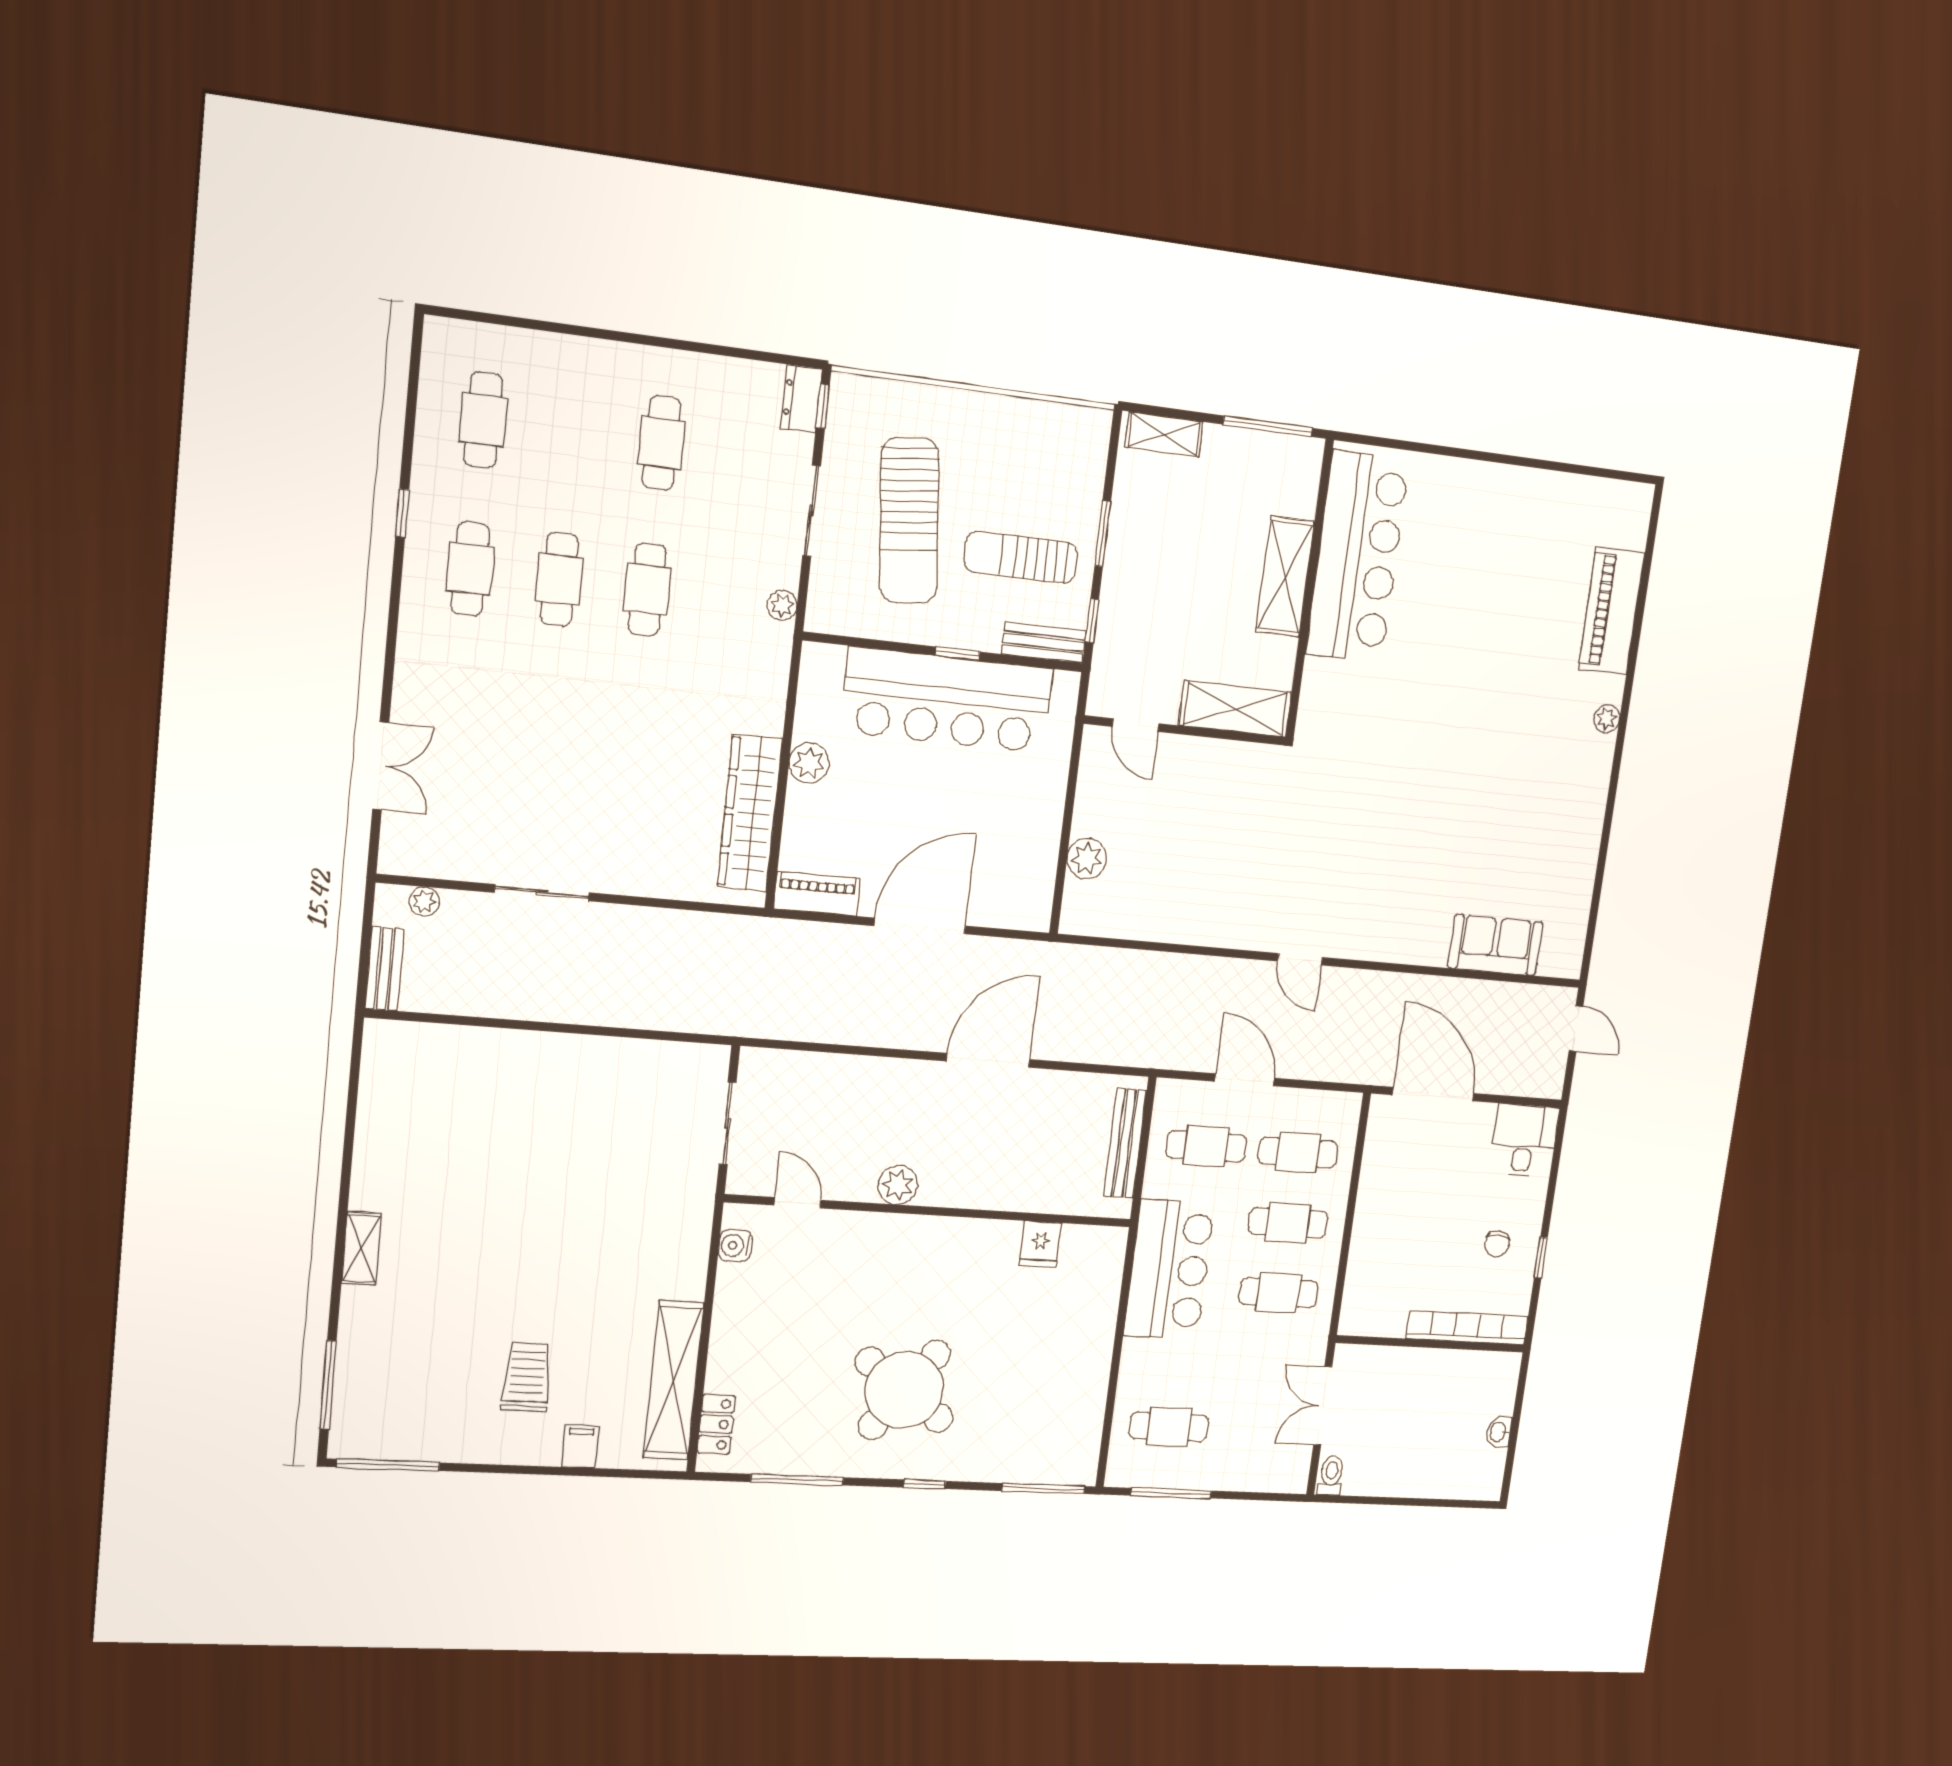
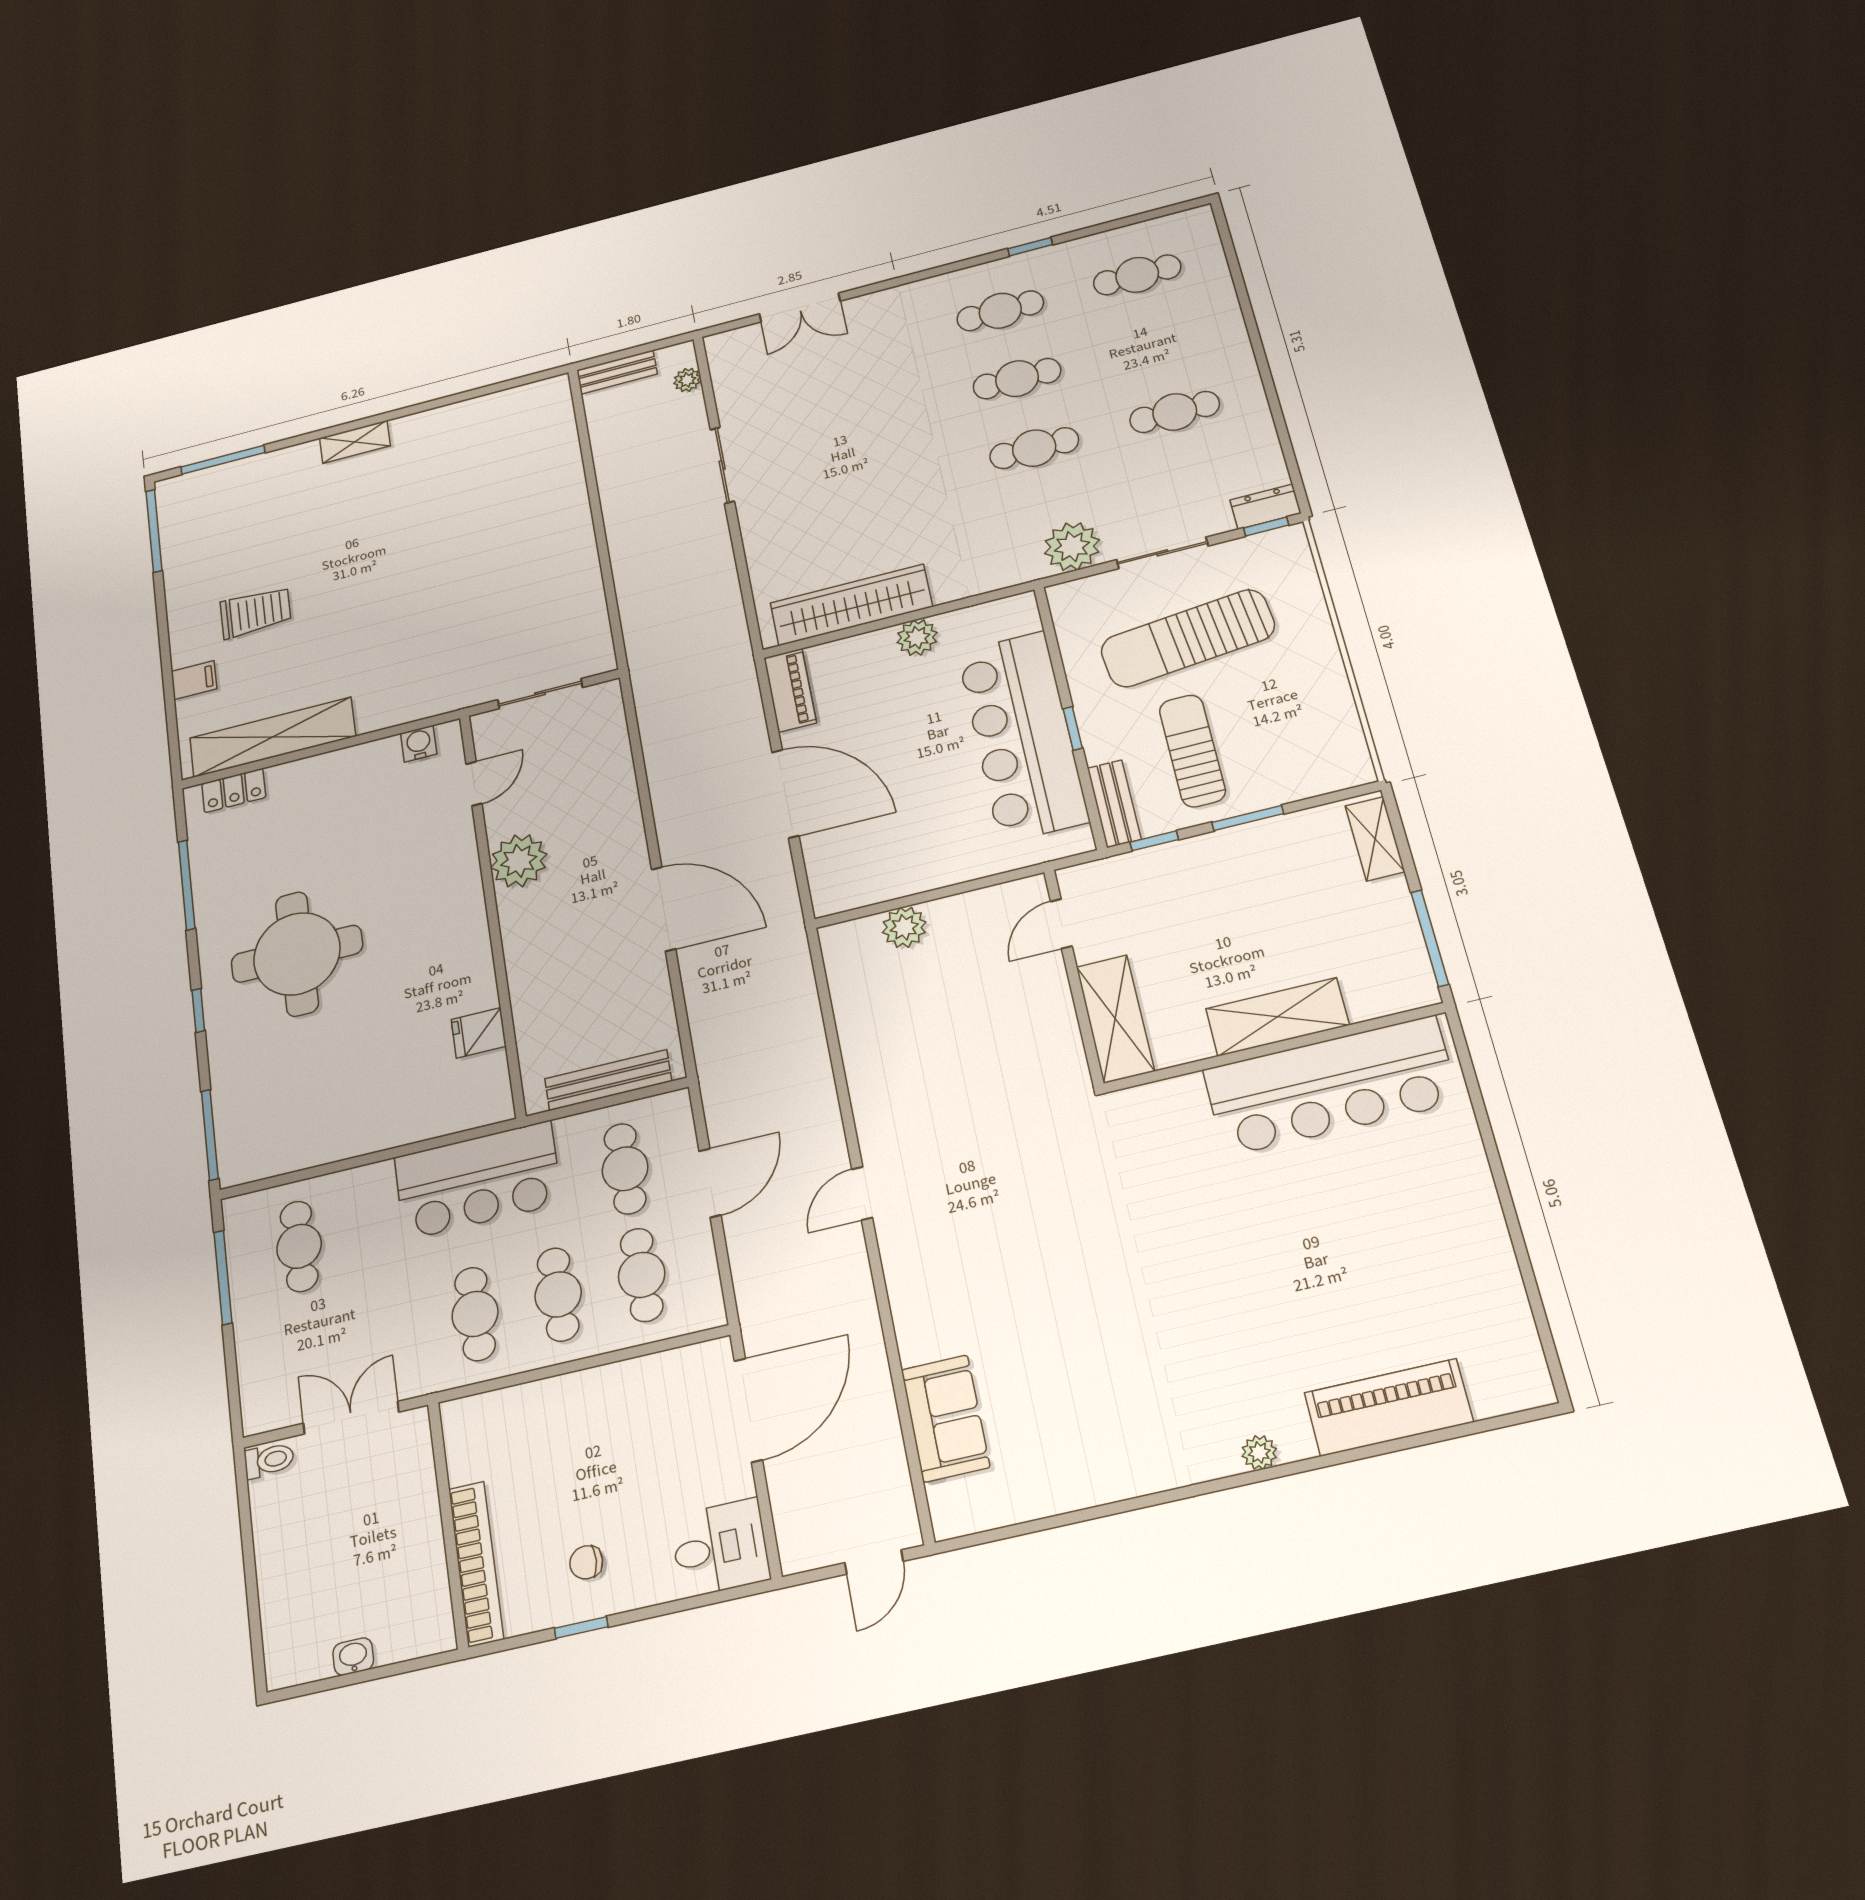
plant: (782, 605) -> (1072, 547), width x1.88, depth x1.88
plant: (898, 1185) -> (519, 861), width x1.36, depth x1.36
round table: (904, 1390) -> (297, 954), turned -36

